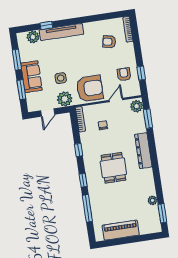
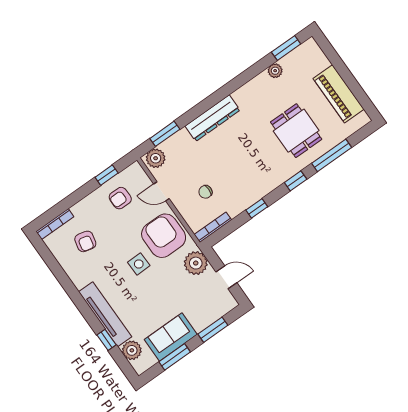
sofa: (31, 77) -> (171, 337), moved
side table: (61, 78) -> (139, 264), moved
dining table: (113, 168) -> (296, 131), moved, turned 90

